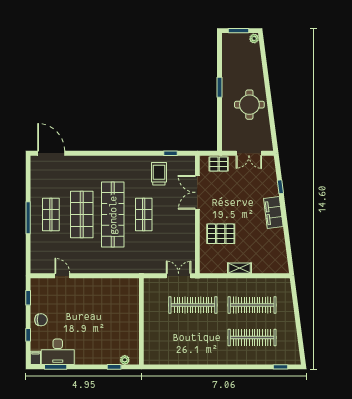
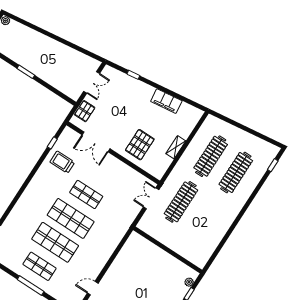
round table: (249, 105) -> (54, 57), removed
filing cabinet: (273, 213) -> (166, 101), moved
shop shelf: (113, 215) -> (71, 218), width x0.71

